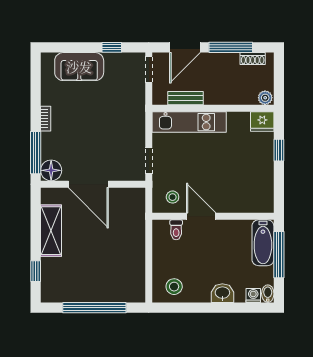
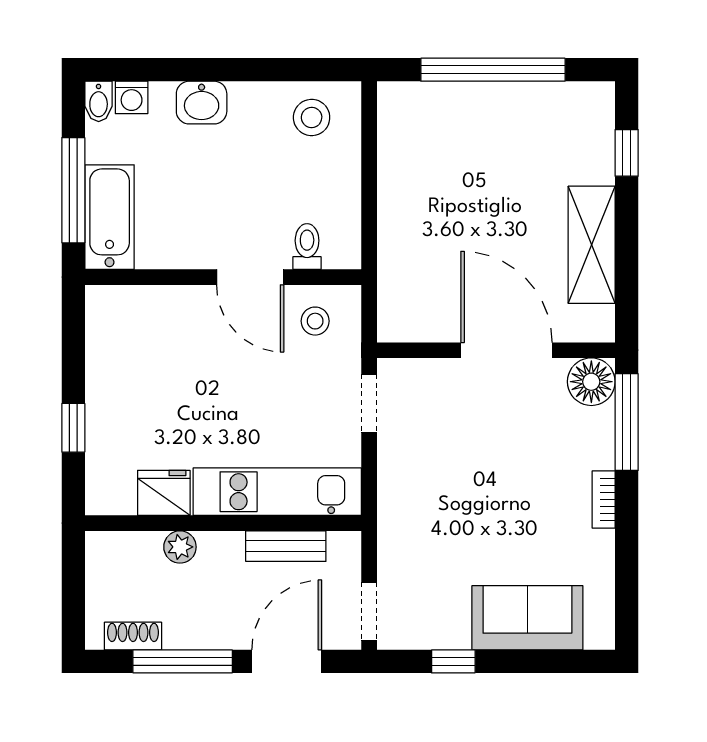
plant: (265, 98) -> (180, 547), moved
fridge: (262, 122) -> (164, 493), moved

